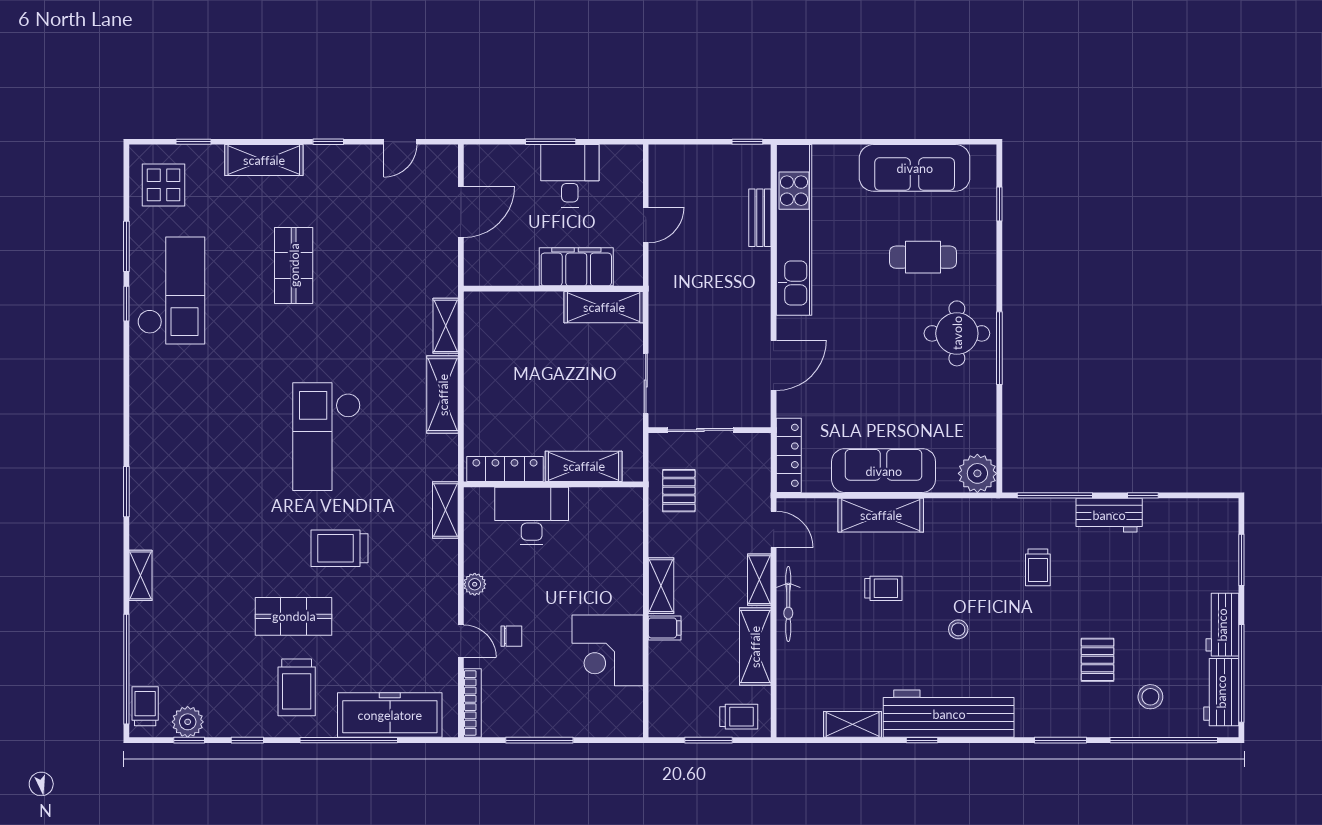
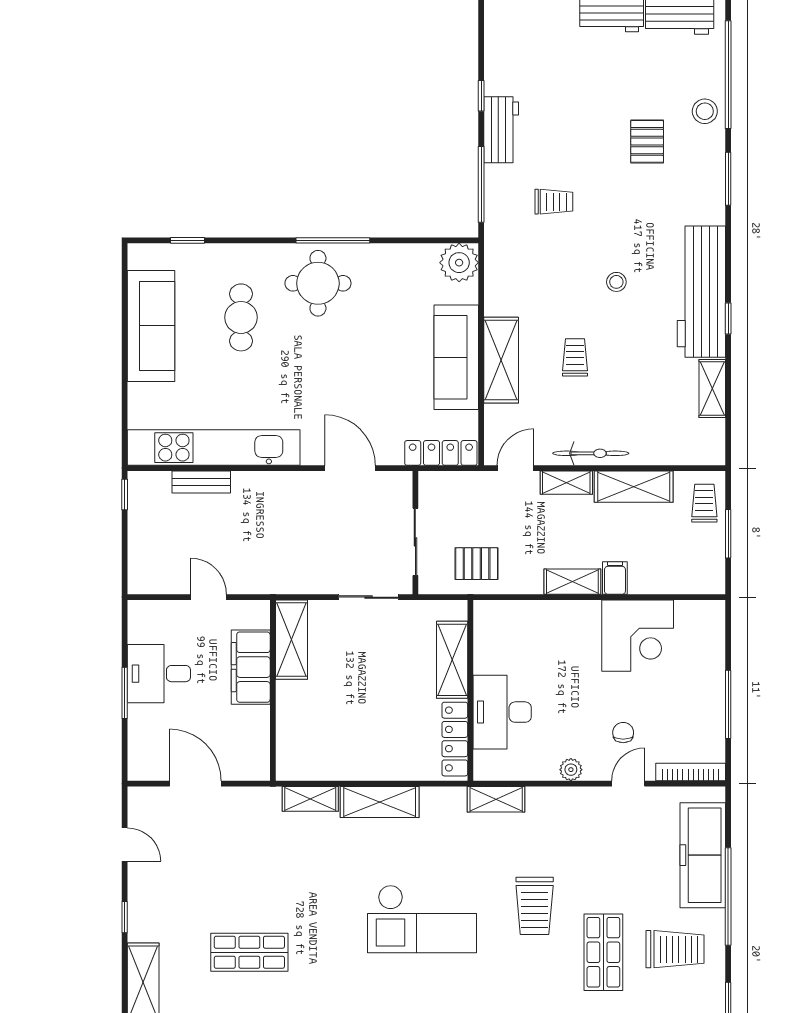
pallet: (1097, 660) -> (647, 141), turned 90
stool: (1150, 697) -> (705, 111), moved

